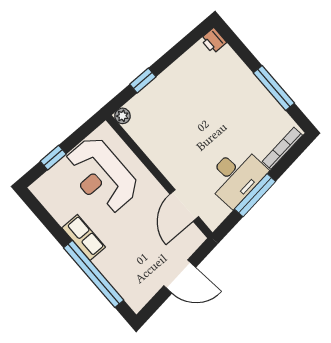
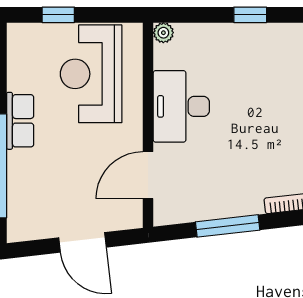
window: (143, 81) -> (250, 15), moved
desk: (236, 176) -> (181, 106), moved, turned 96

